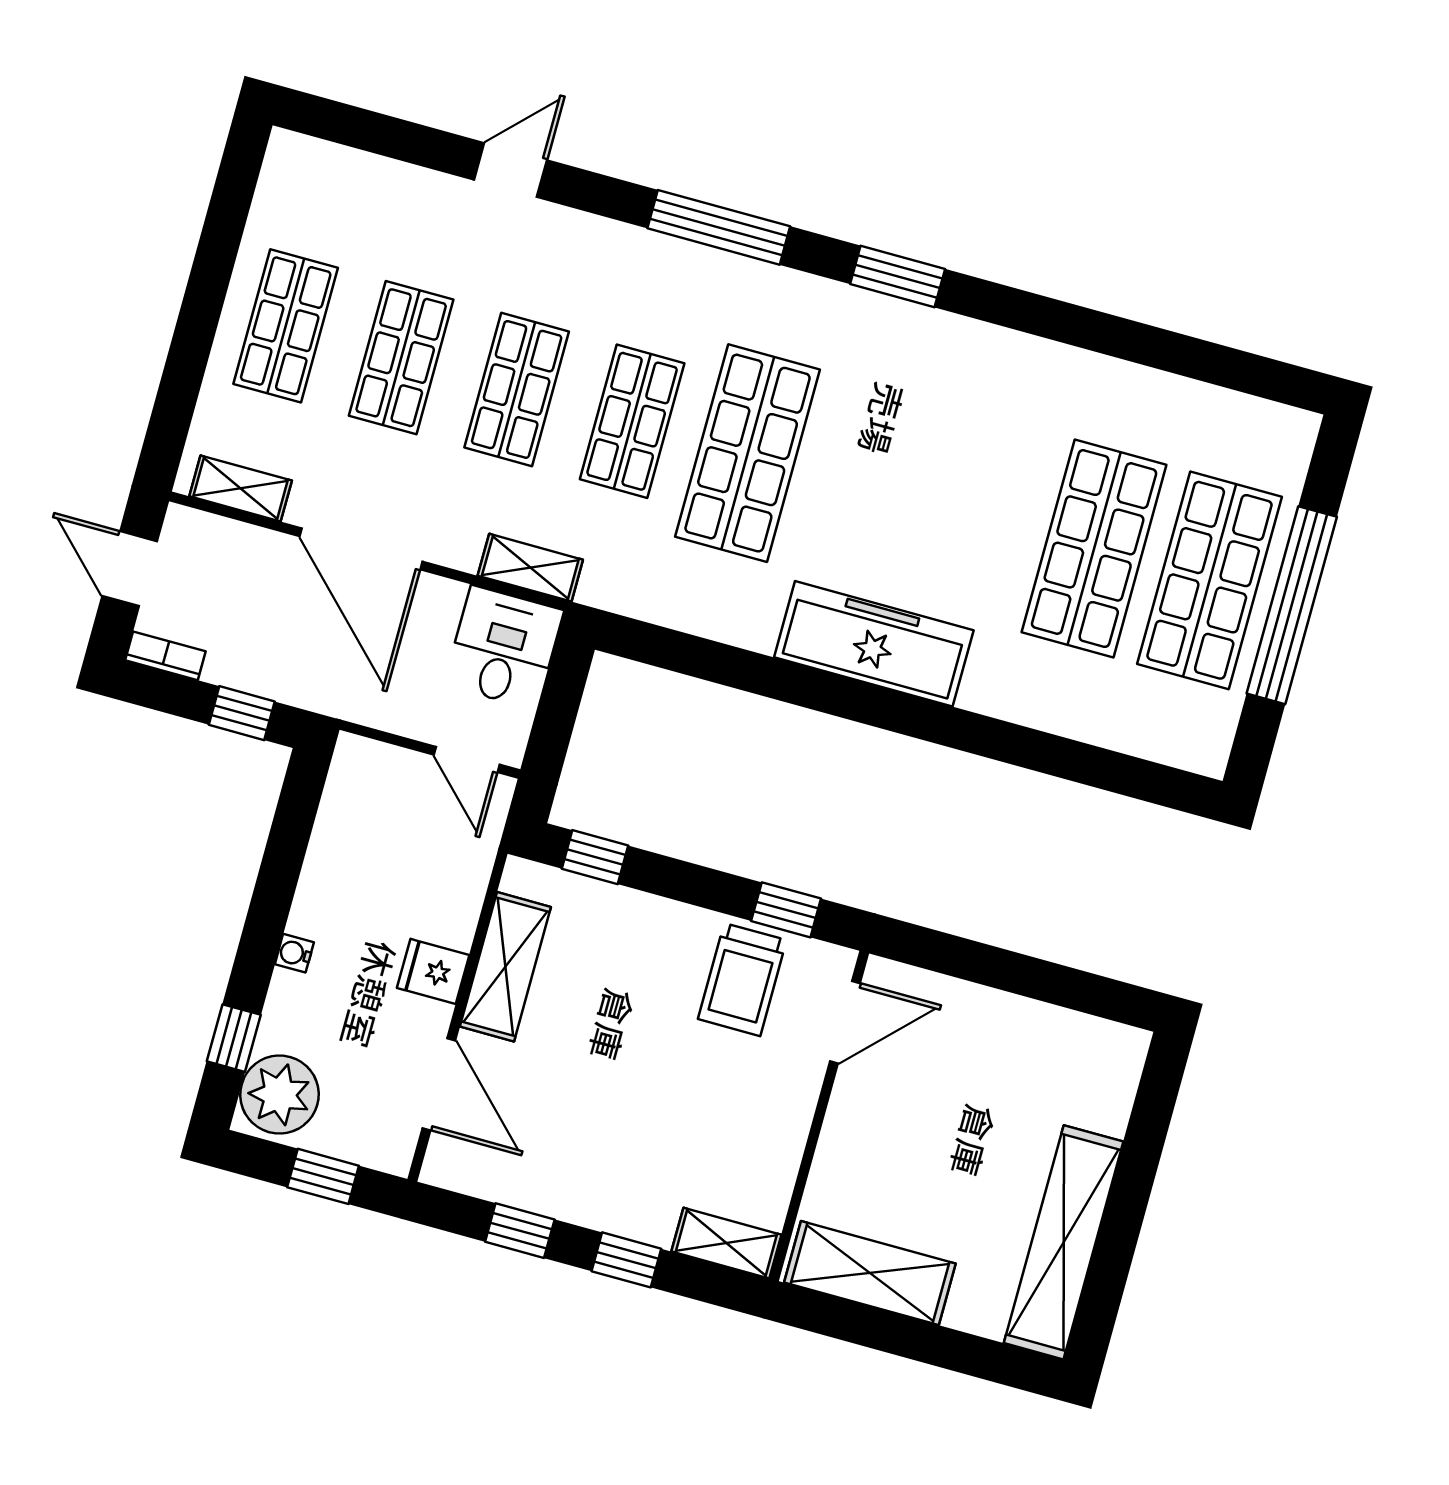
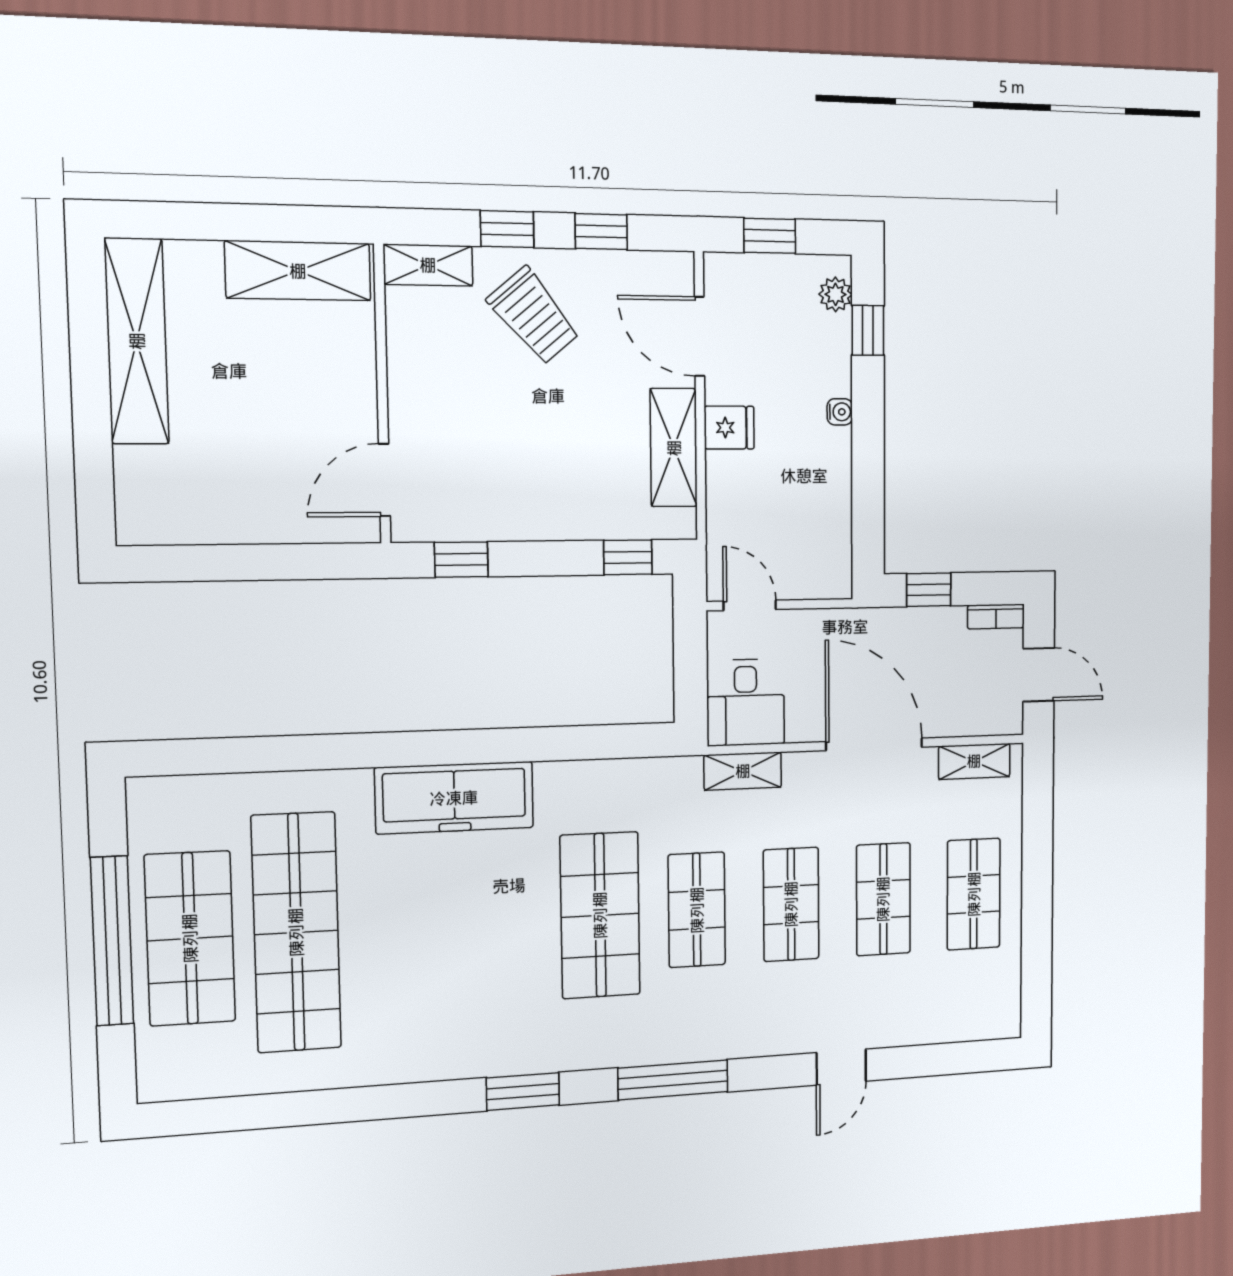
shop shelf: (1094, 549) -> (296, 932), width x1.40
trolley: (742, 980) -> (534, 316), moved, turned 140
plant: (279, 1095) -> (836, 294), width x0.53, depth x0.53

